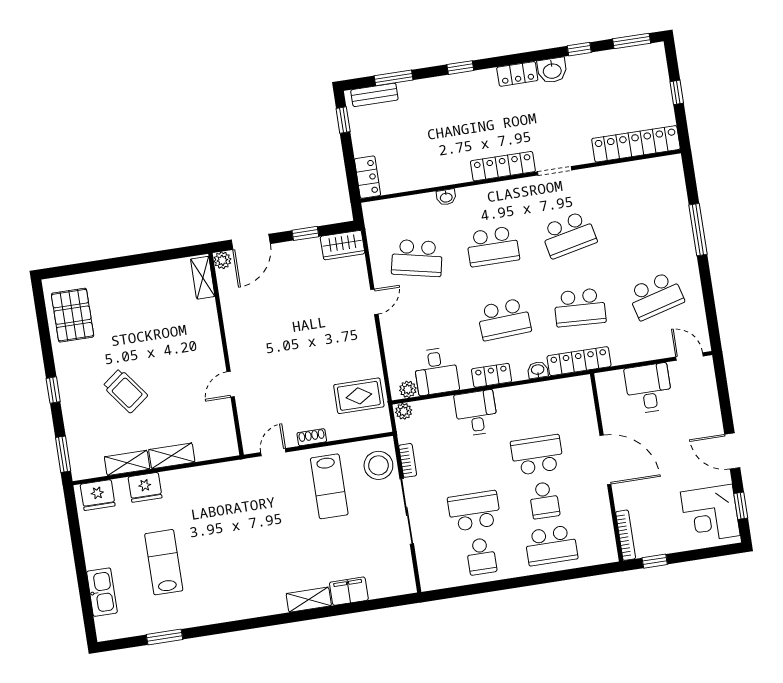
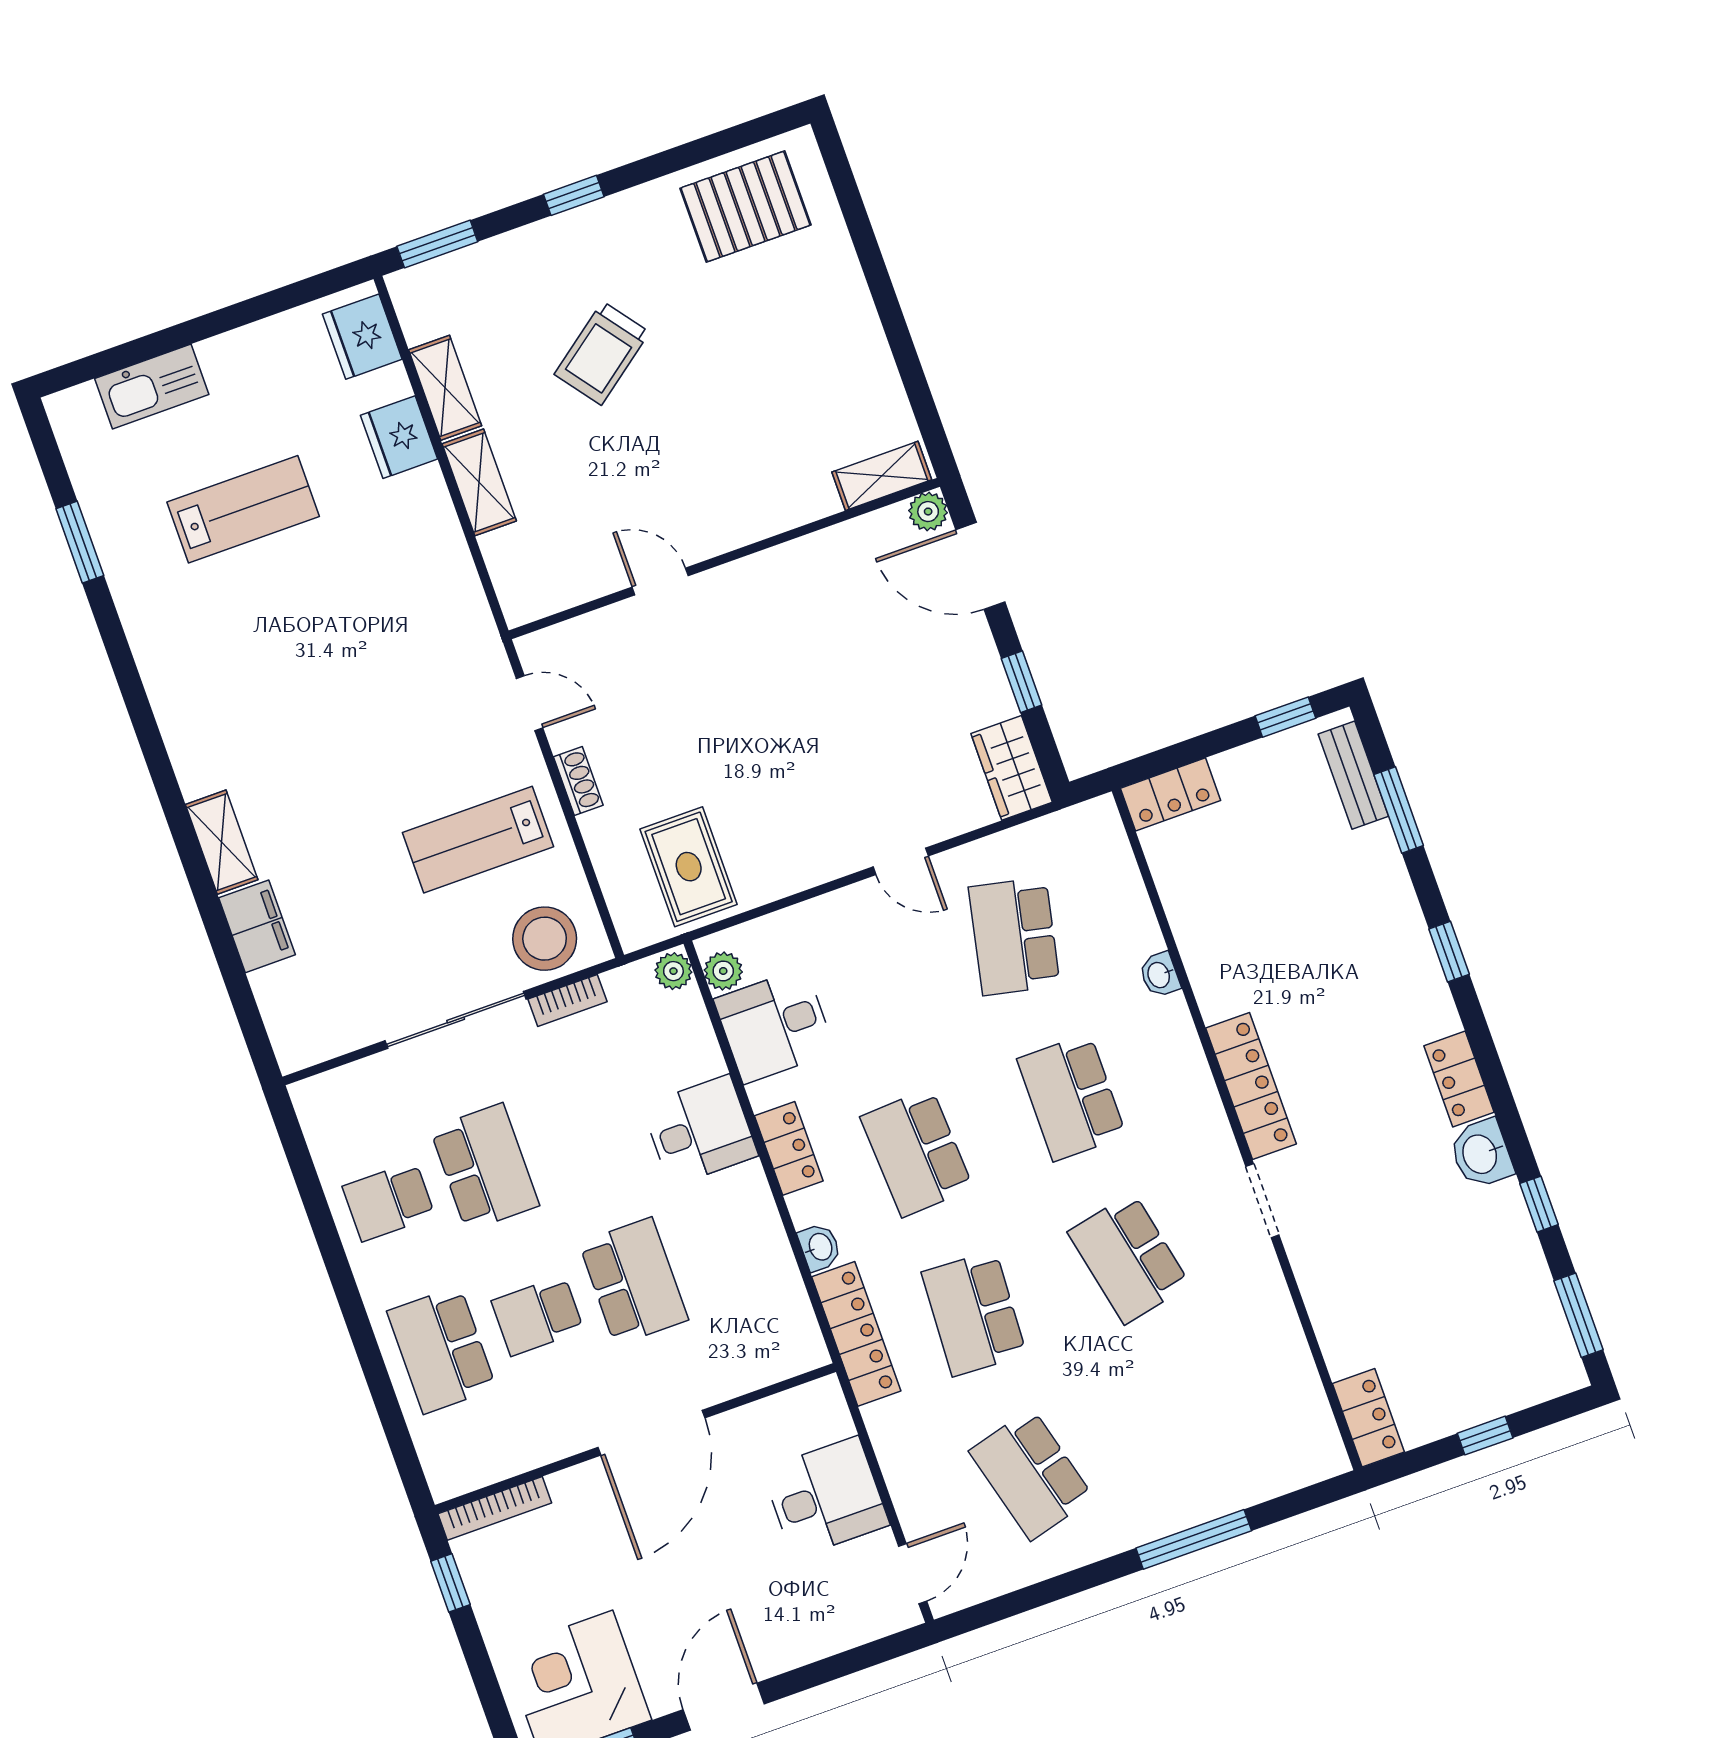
locker: (636, 144) -> (1368, 1418), width x0.46, depth x0.83

